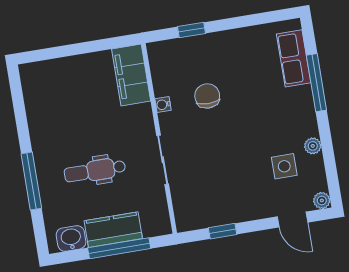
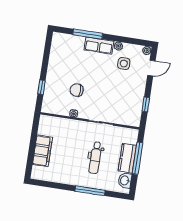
row of seats: (294, 58) -> (99, 46), moved
filing cabinet: (131, 75) -> (42, 151), moved, turned -90

